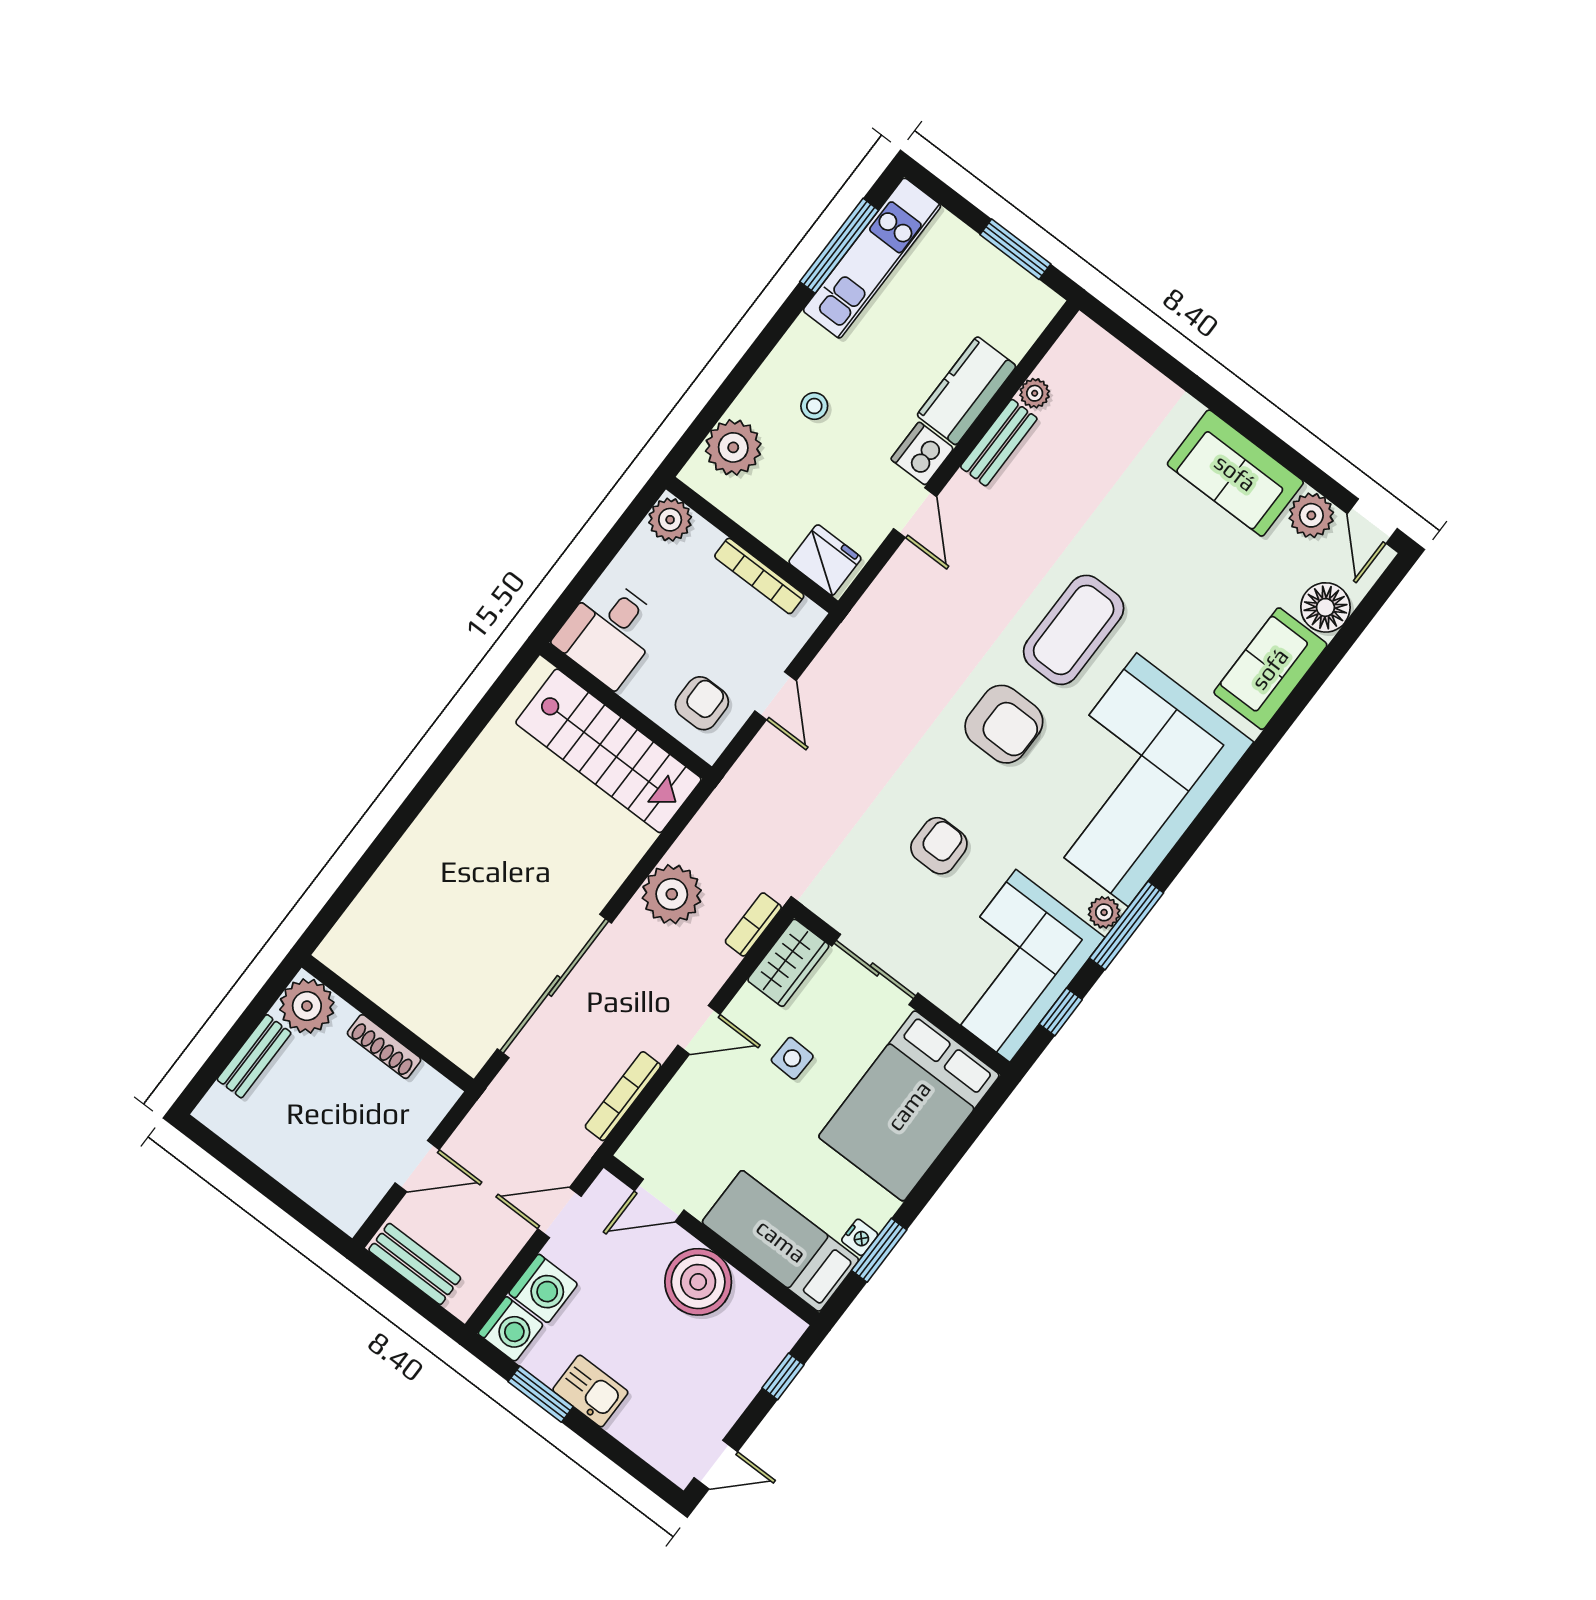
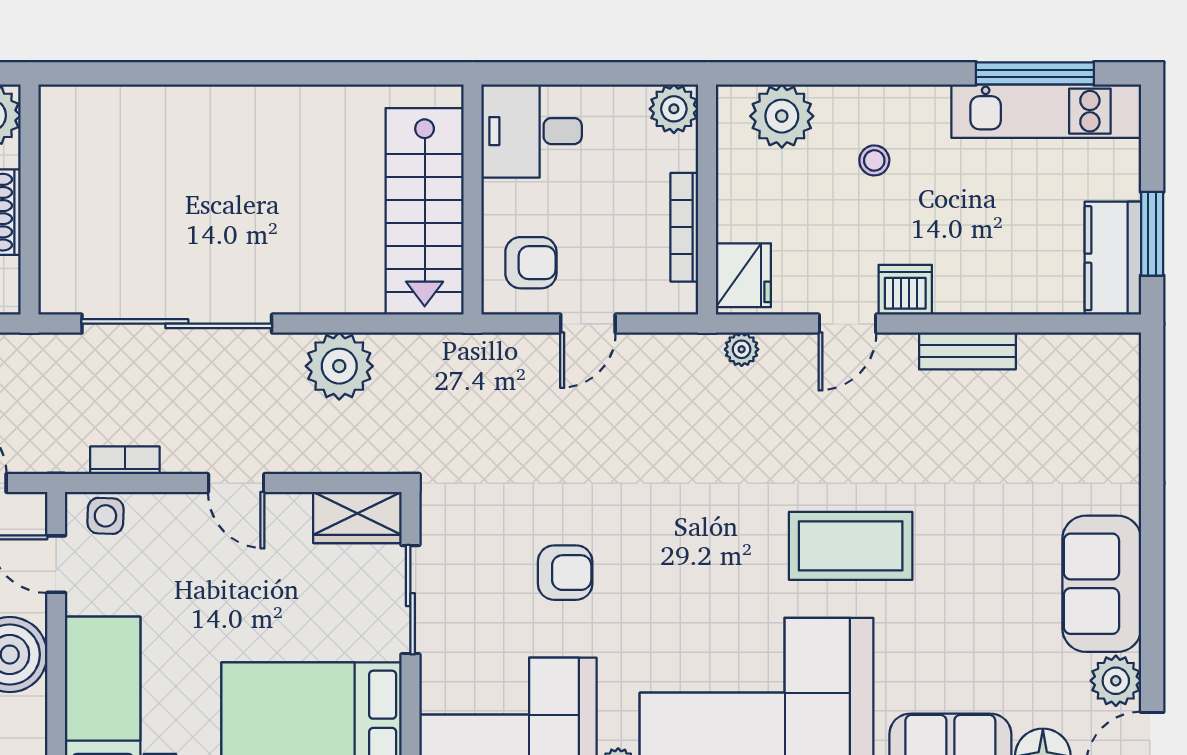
kitchen counter: (967, 391) -> (1113, 258), moved, turned -90
plant: (1035, 393) -> (742, 349), moved
armchair: (1004, 724) -> (719, 548), removed
bookcase: (753, 924) -> (368, 460), removed
side table: (792, 1058) -> (105, 516), moved
bookcase: (623, 1096) -> (125, 460), width x0.64

